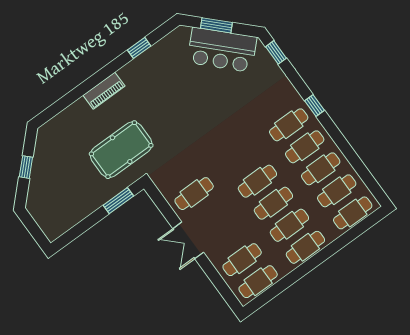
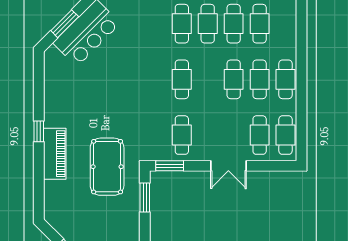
window: (139, 48) -> (39, 131), moved
piano: (104, 91) -> (55, 154), width x1.37, depth x1.33
cafe table: (257, 181) -> (182, 79), moved
window: (160, 202) -> (170, 166), added
cafe table: (353, 213) -> (285, 24), removed
double door: (188, 240) -> (228, 166), moved

